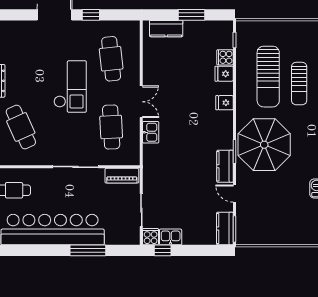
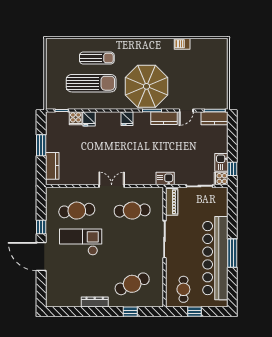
checkout: (70, 87) -> (81, 242), moved
fridge: (224, 103) -> (127, 119), moved
kitchen sink: (151, 132) -> (165, 178), moved
window: (88, 250) -> (232, 253), moved

